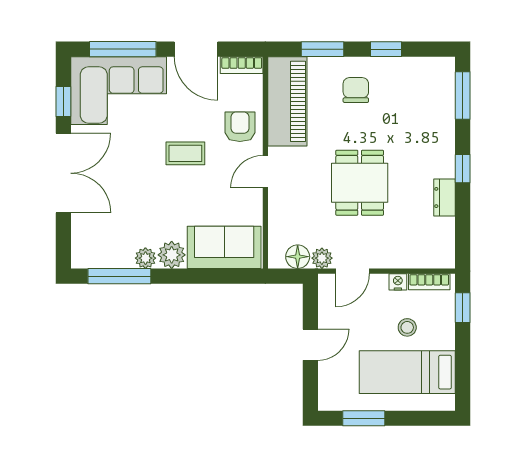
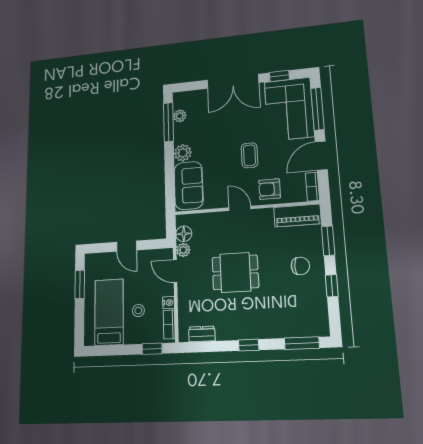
piano: (287, 101) -> (297, 215), width x0.73, depth x0.75
armchair: (240, 127) -> (270, 189), turned 180
dresser: (445, 198) -> (202, 334), moved
plant: (145, 258) -> (180, 116), moved

